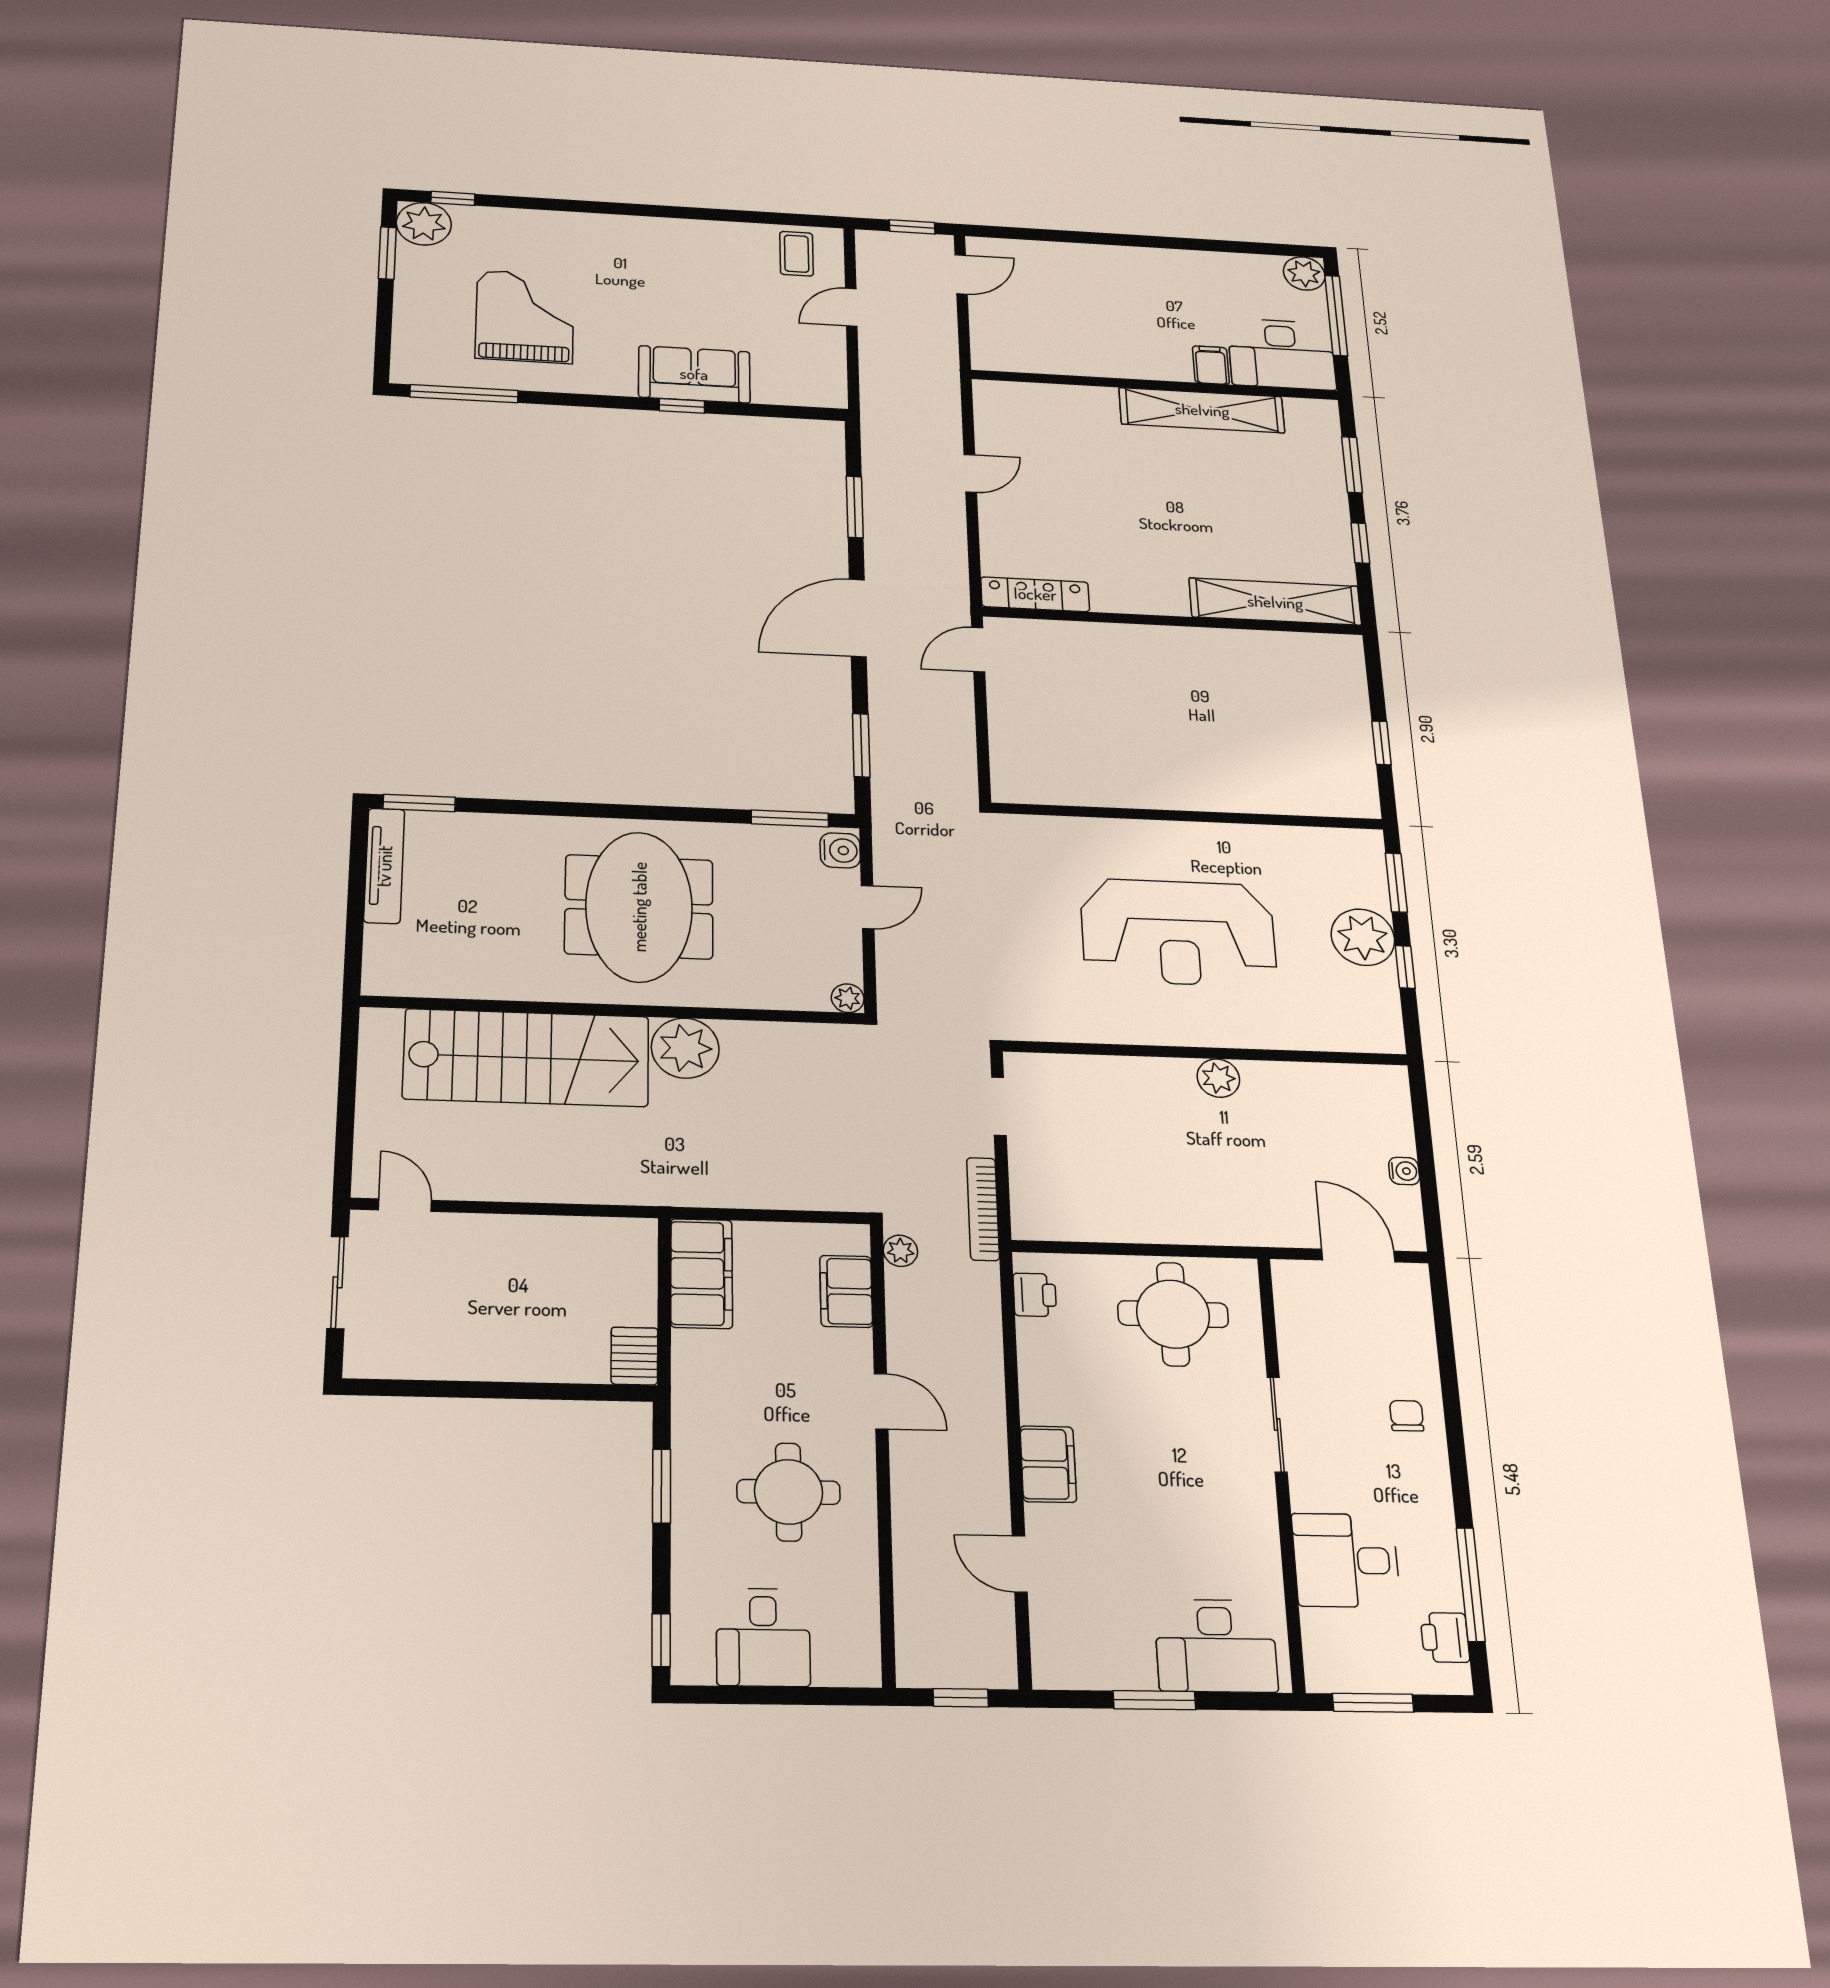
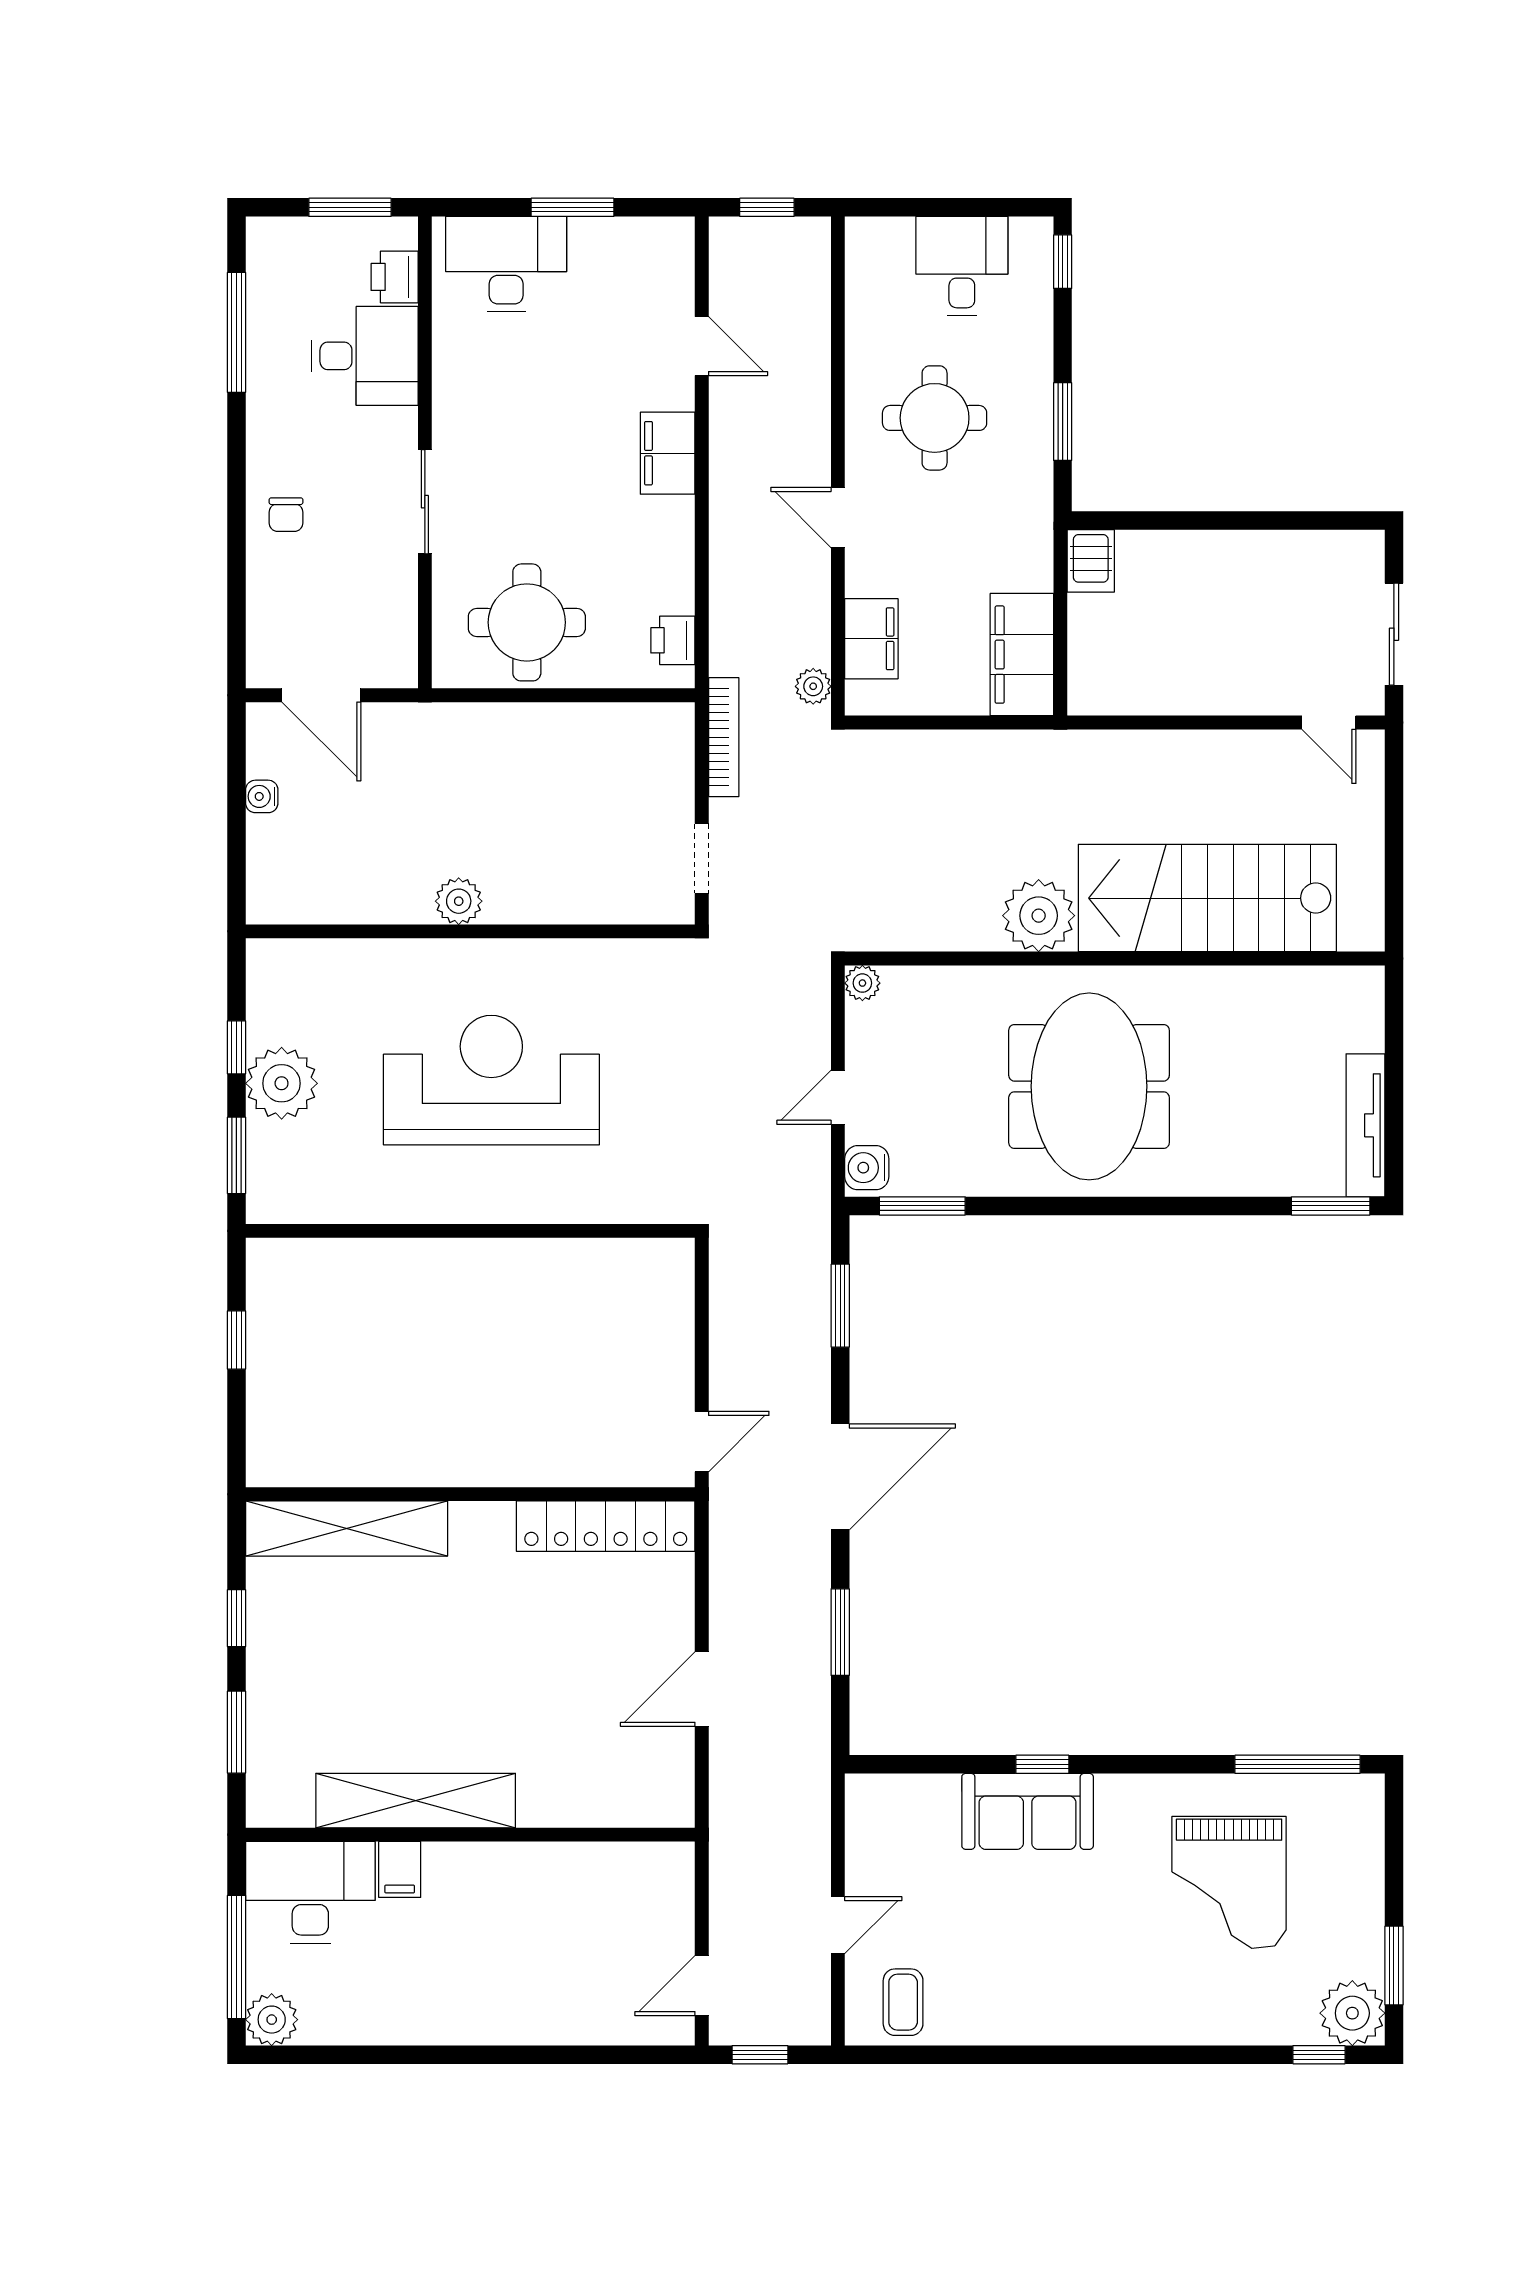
door: (970, 473) -> (702, 1689), width x1.38
locker: (1035, 594) -> (606, 1526), width x1.41, depth x1.21
printer: (1445, 1637) -> (395, 277), moved, turned 180

